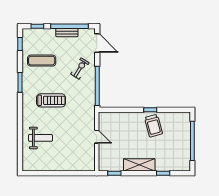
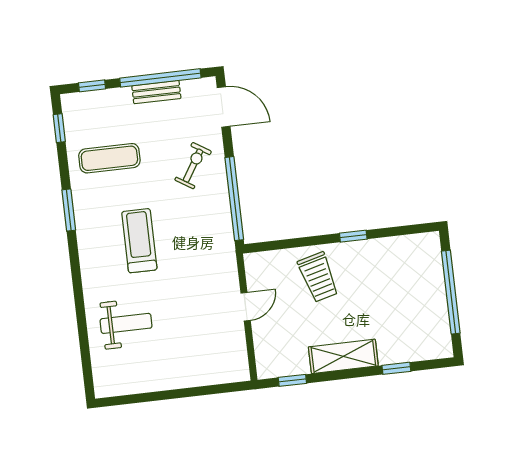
treadmill: (51, 100) -> (139, 241), turned -90
trolley: (153, 126) -> (318, 277), moved
door: (97, 137) -> (246, 307), hinge flipped

